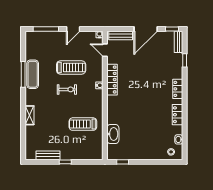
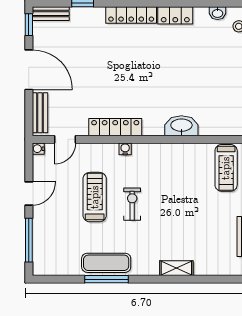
door: (73, 29) -> (29, 194), hinge flipped
locker: (178, 89) -> (131, 15), width x1.53
treadmill: (83, 124) -> (226, 168), moved
washbasin: (113, 134) -> (181, 126), moved

